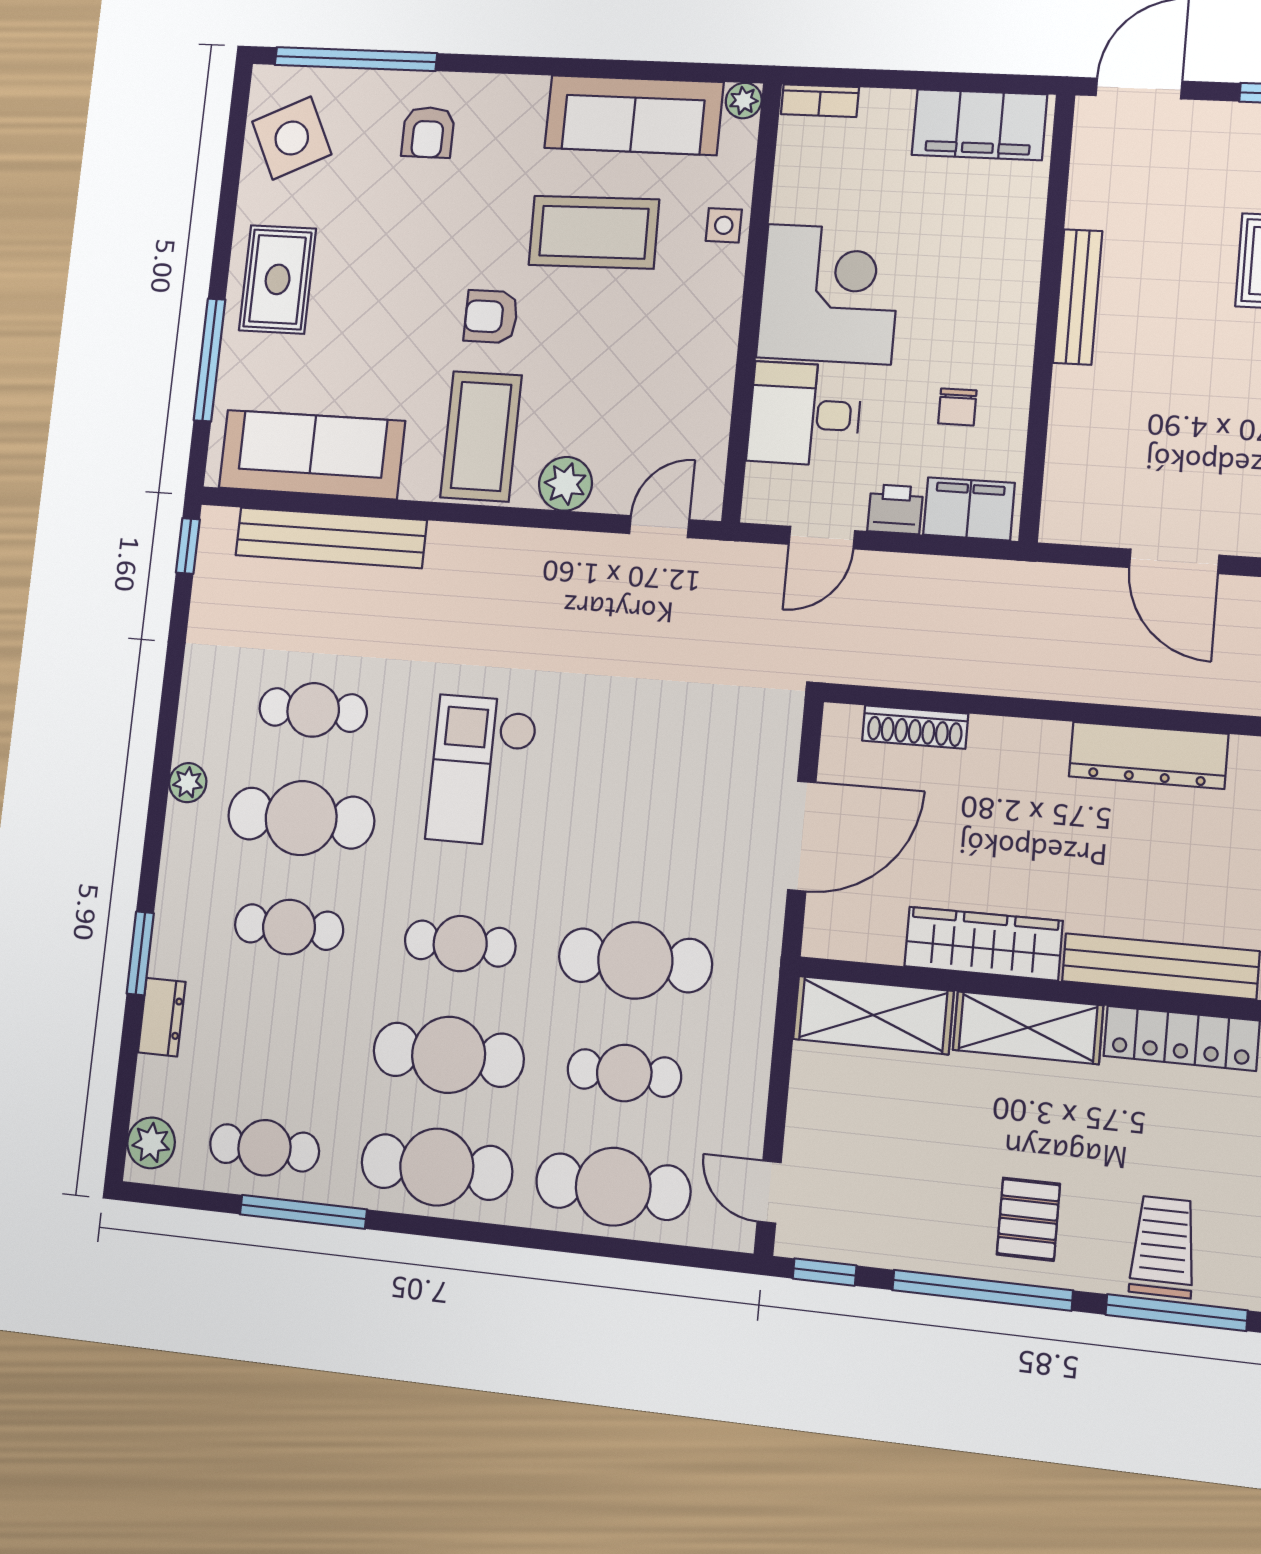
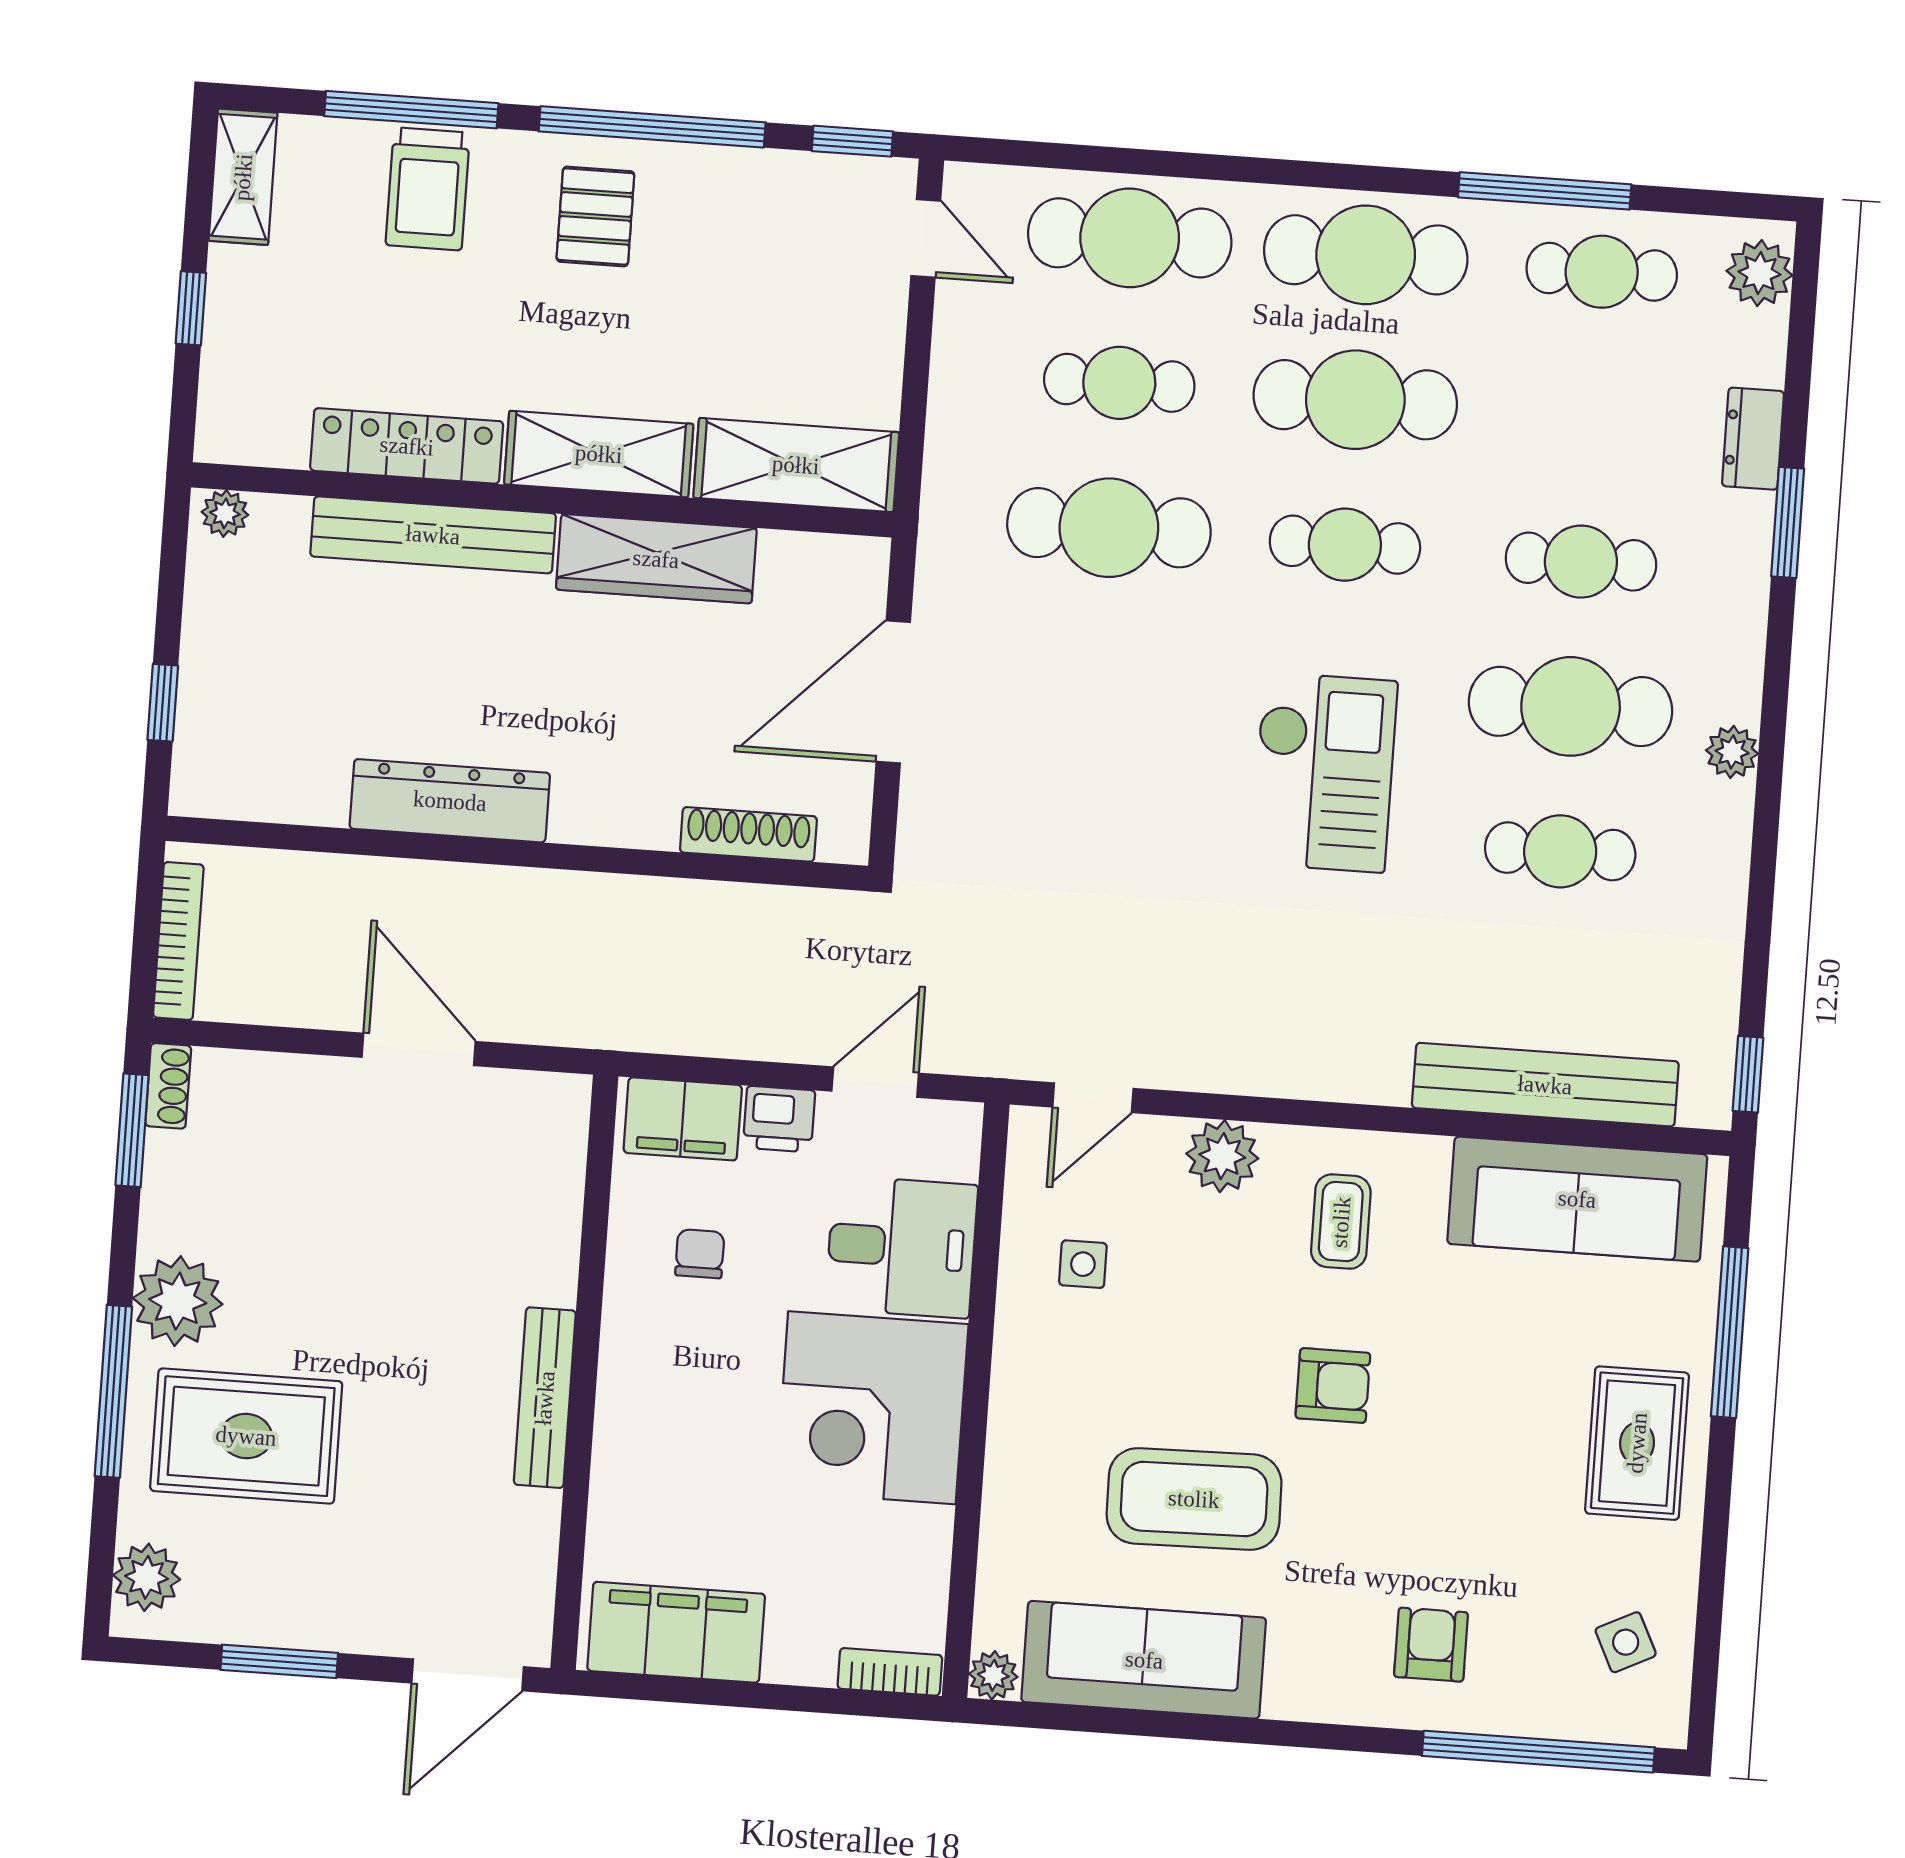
side table: (292, 138) -> (1626, 1642), width x0.54, depth x0.54
side table: (724, 225) -> (1083, 1264), moved
coffee table: (481, 436) -> (1341, 1222), width x0.54, depth x0.58

